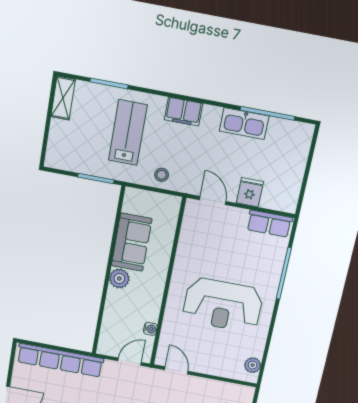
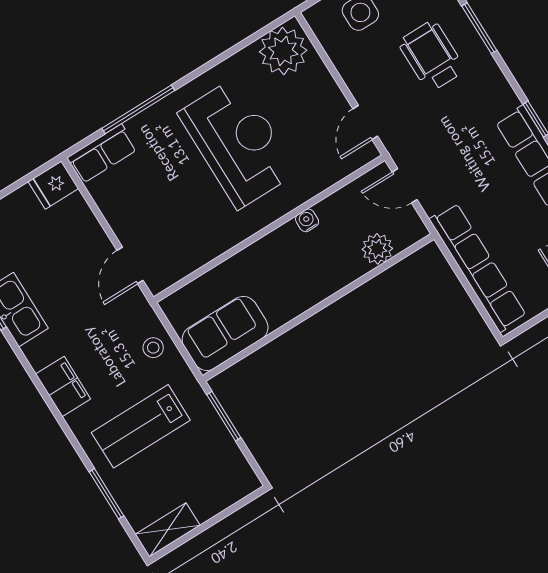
fridge: (250, 192) -> (53, 185), moved
row of seats: (269, 224) -> (102, 154), moved, turned 90
sofa: (132, 242) -> (225, 333), moved
plant: (119, 279) -> (377, 249), moved
water cooler: (150, 329) -> (307, 220), moved
plant: (253, 365) -> (283, 51), width x1.87, depth x1.87

